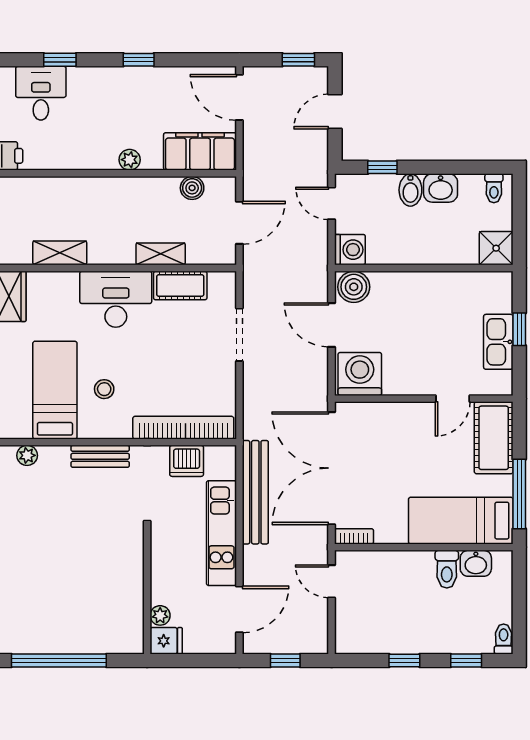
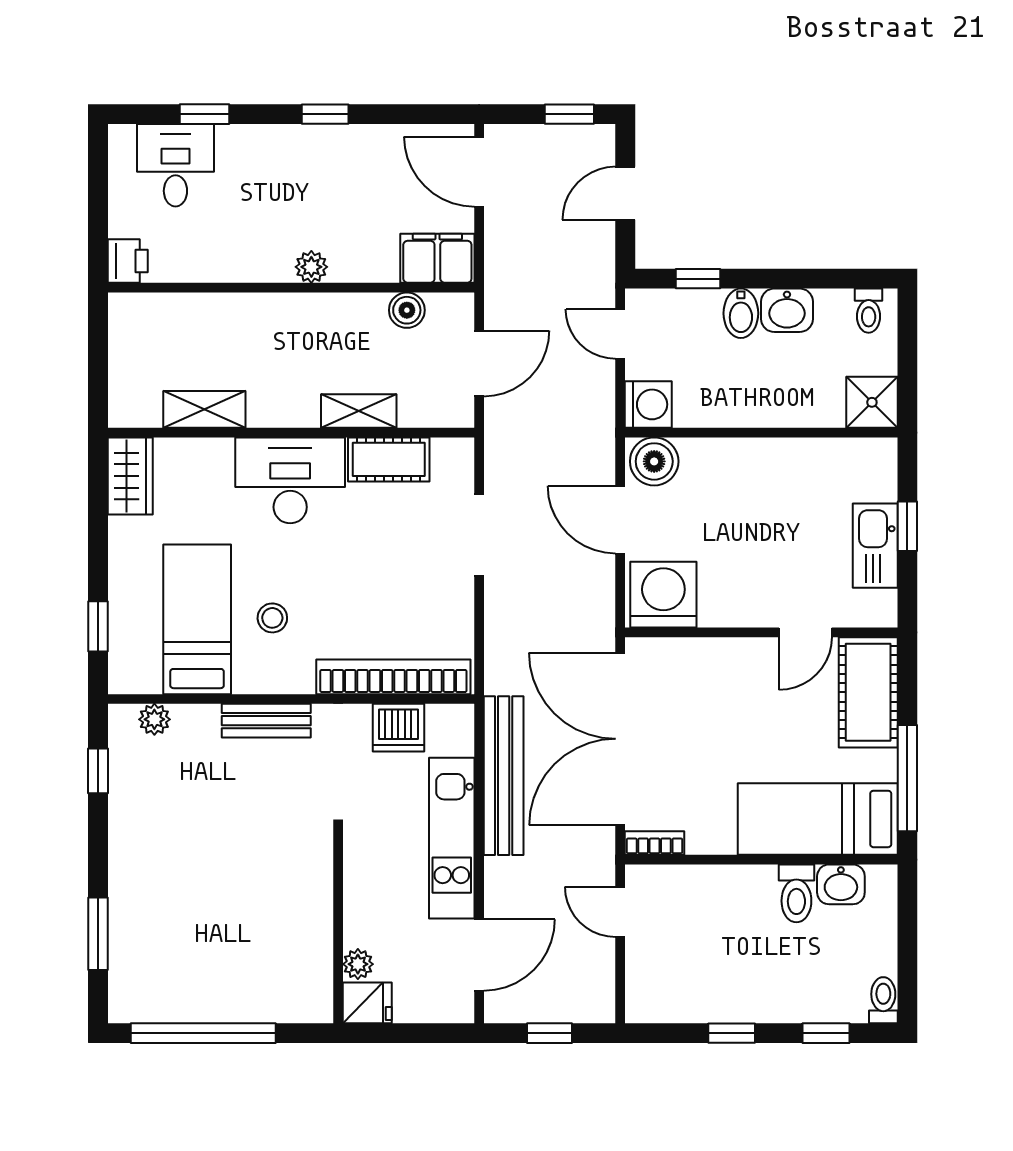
filing cabinet: (200, 151) -> (437, 258), width x0.67, depth x0.86

